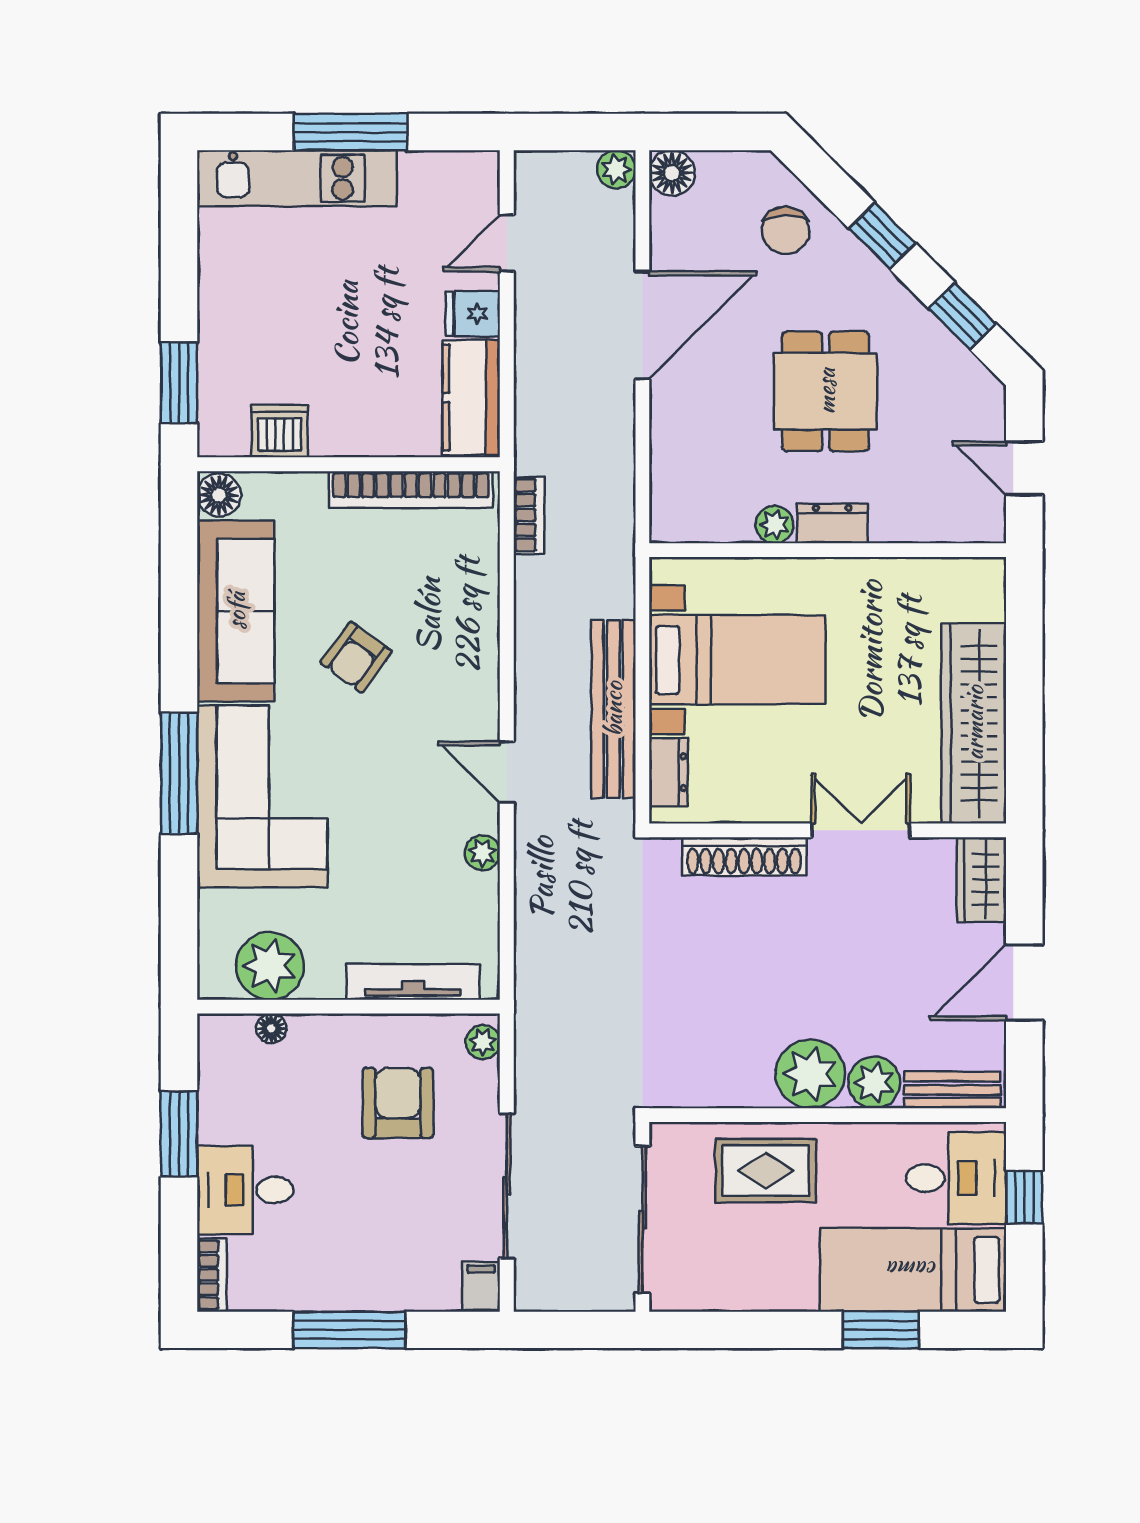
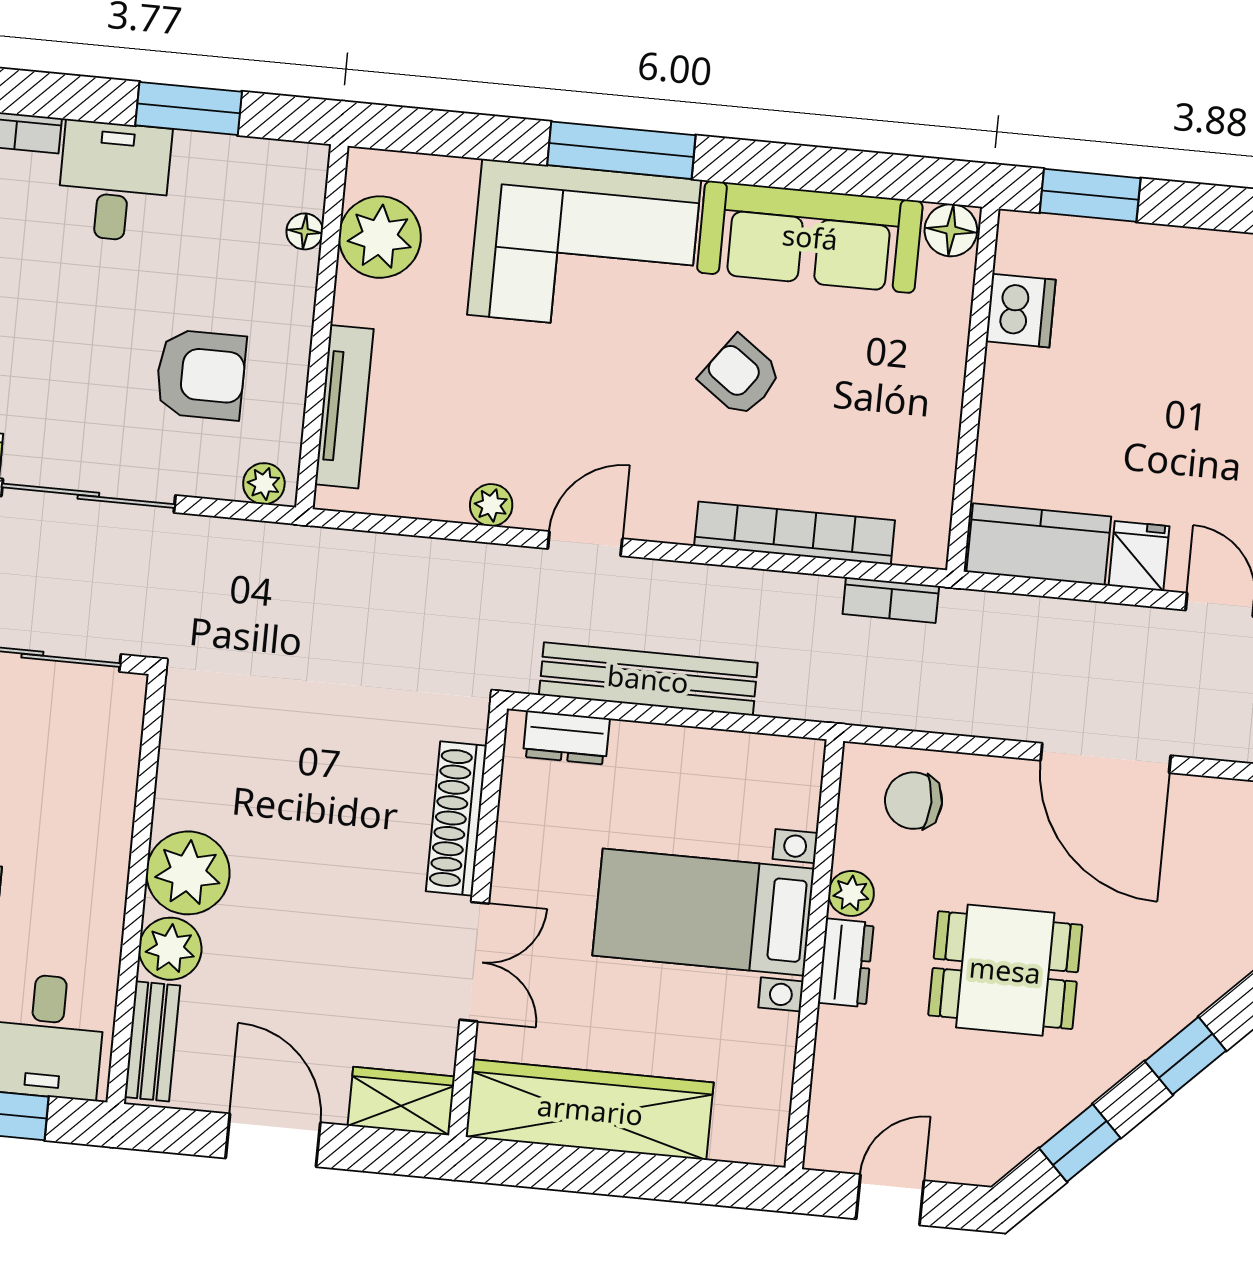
chair: (786, 231) -> (914, 801), moved
bookcase: (411, 490) -> (795, 533), moved, turned 90
bed with nightstands: (737, 660) -> (703, 912), moved, turned 90
rug: (766, 1170) -> (77, 808), removed

